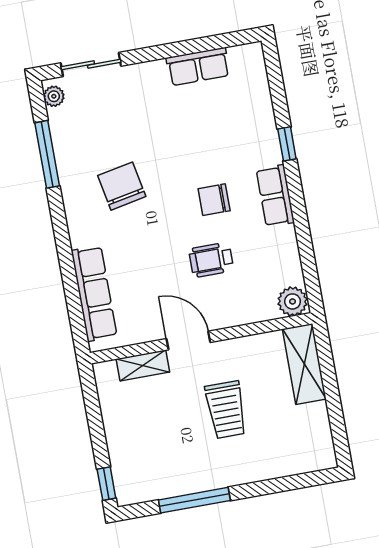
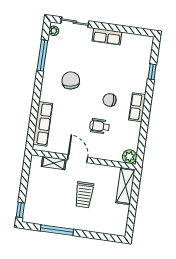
row of seats: (198, 67) -> (107, 37), moved
window: (287, 144) -> (152, 72), moved

